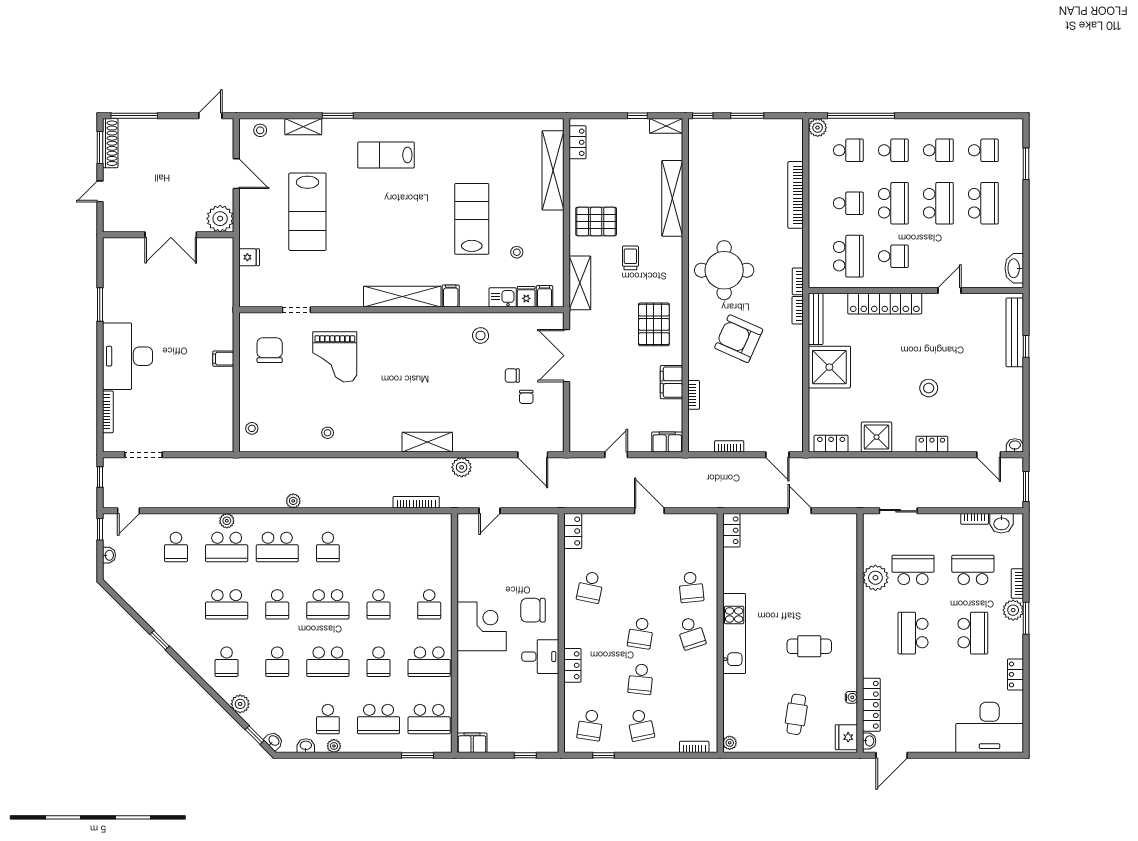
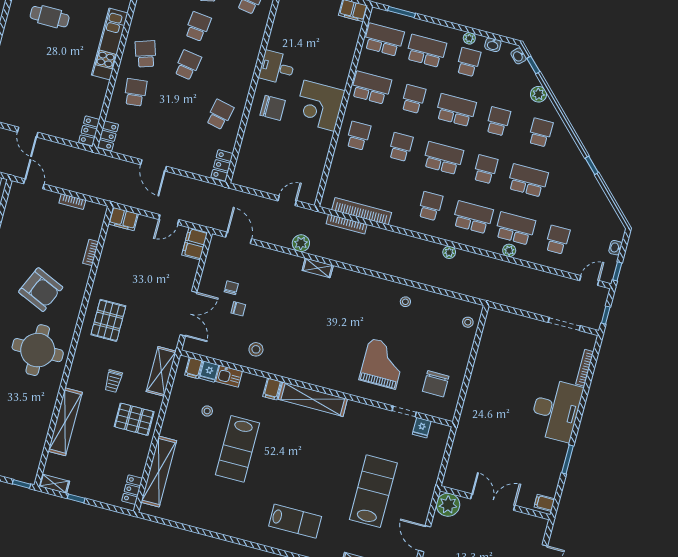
fridge: (249, 257) -> (422, 428), moved, turned -90
filing cabinet: (223, 359) -> (544, 503), moved, turned 180
filing cabinet: (671, 382) -> (195, 244), moved, turned 180
shelving: (427, 442) -> (318, 268), width x0.67, depth x0.75
bookcase: (403, 521) -> (362, 211), added
locker: (572, 665) -> (108, 136), moved, turned 180

